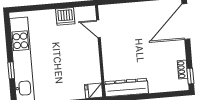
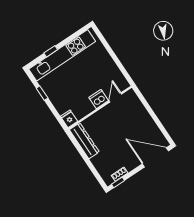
dishwasher: (65, 16) -> (99, 99), moved, turned 90

